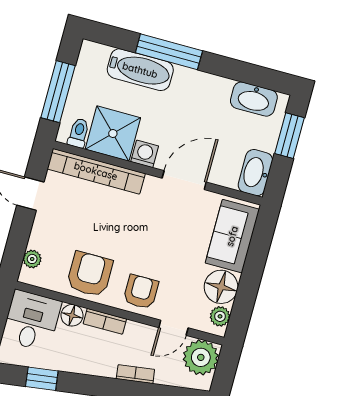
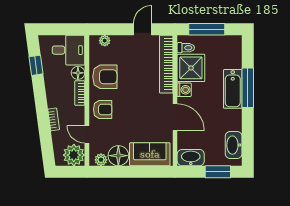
bathtub: (140, 70) -> (233, 89), moved

